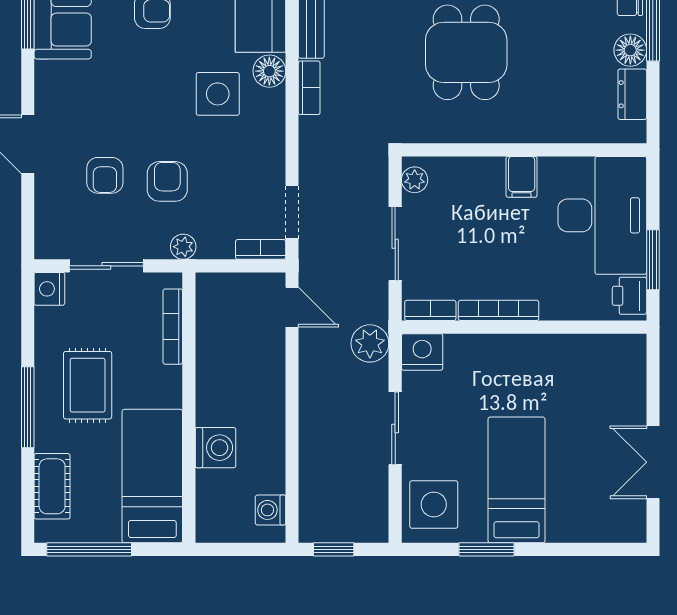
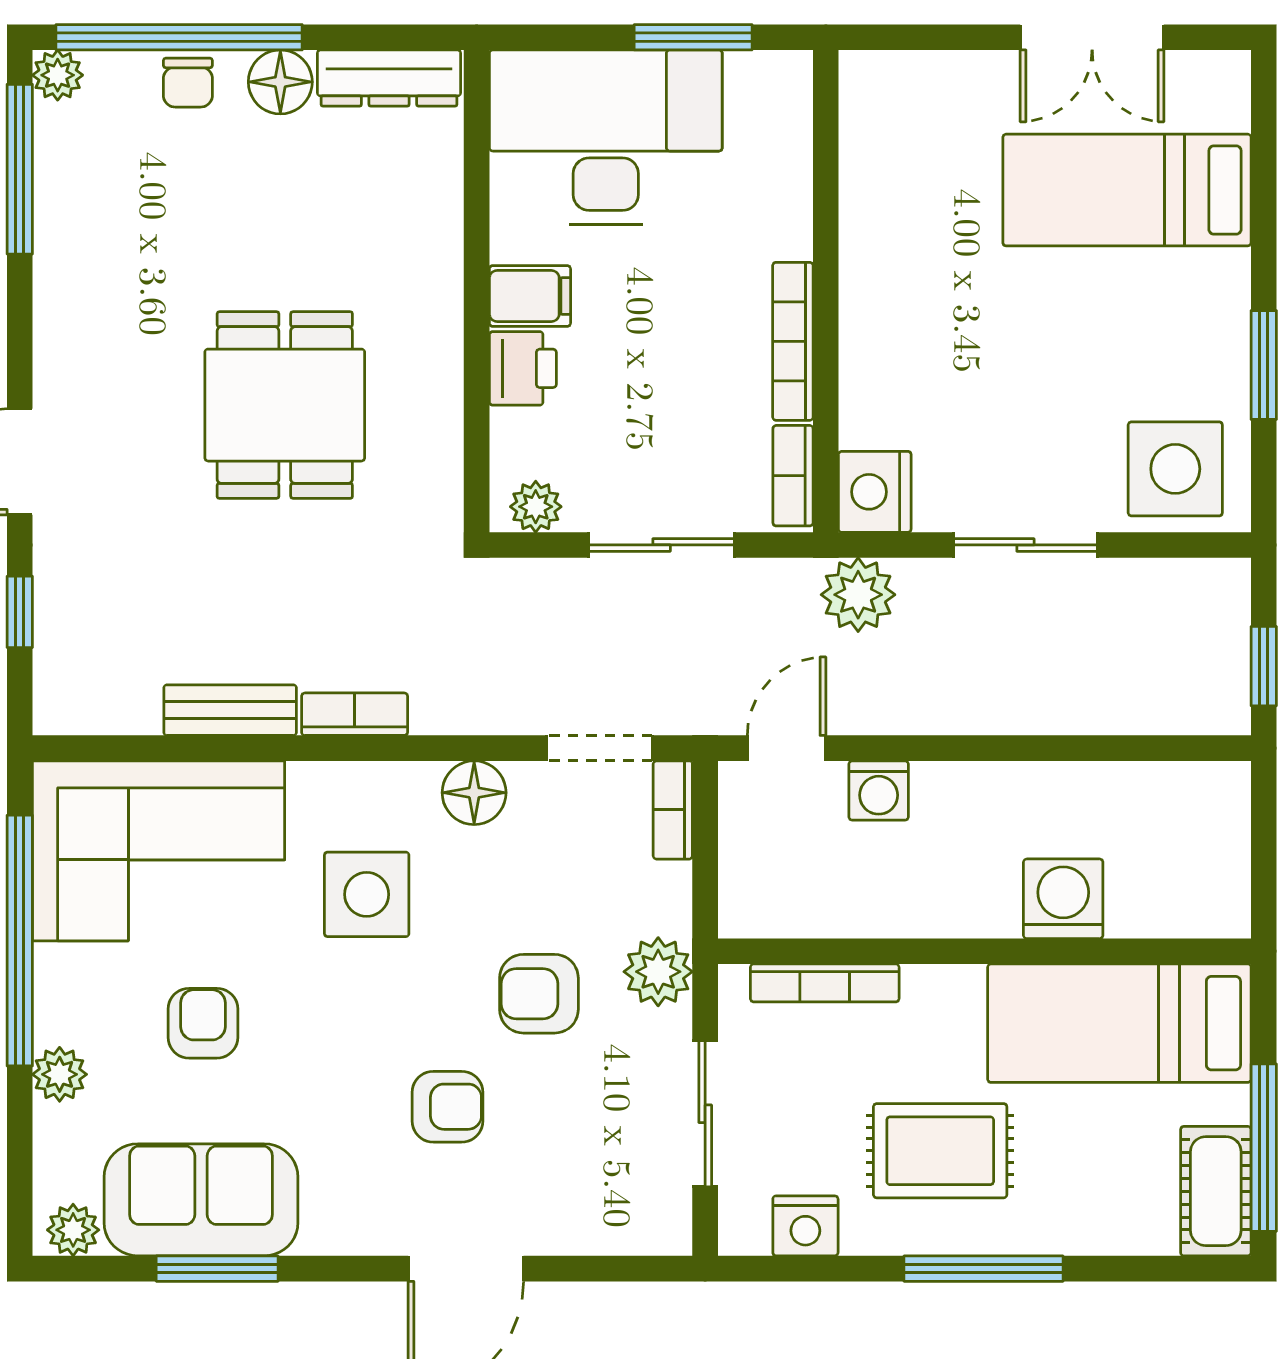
dining table: (466, 52) -> (285, 405), turned 90
floor lamp: (269, 71) -> (474, 793), moved
dresser: (632, 94) -> (389, 78), width x1.44
armchair: (105, 175) -> (447, 1107), moved
plant: (183, 247) -> (658, 972), width x1.38, depth x1.38
nightstand: (49, 289) -> (805, 1226), moved
printer: (629, 296) -> (523, 368), moved, turned -90
bed: (517, 480) -> (1127, 190), moved
cot: (52, 486) -> (1216, 1191), moved, turned 90
washing machine: (270, 510) -> (879, 790), moved

